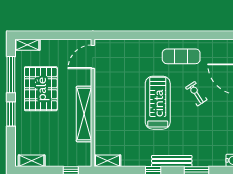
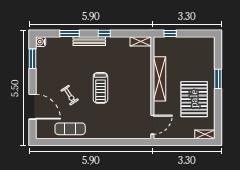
exercise mat: (181, 56) -> (70, 129), moved
window: (11, 75) -> (218, 110), removed
treadmill: (158, 103) -> (100, 88), width x0.73, depth x0.73
shelving: (32, 161) -> (201, 41), removed

